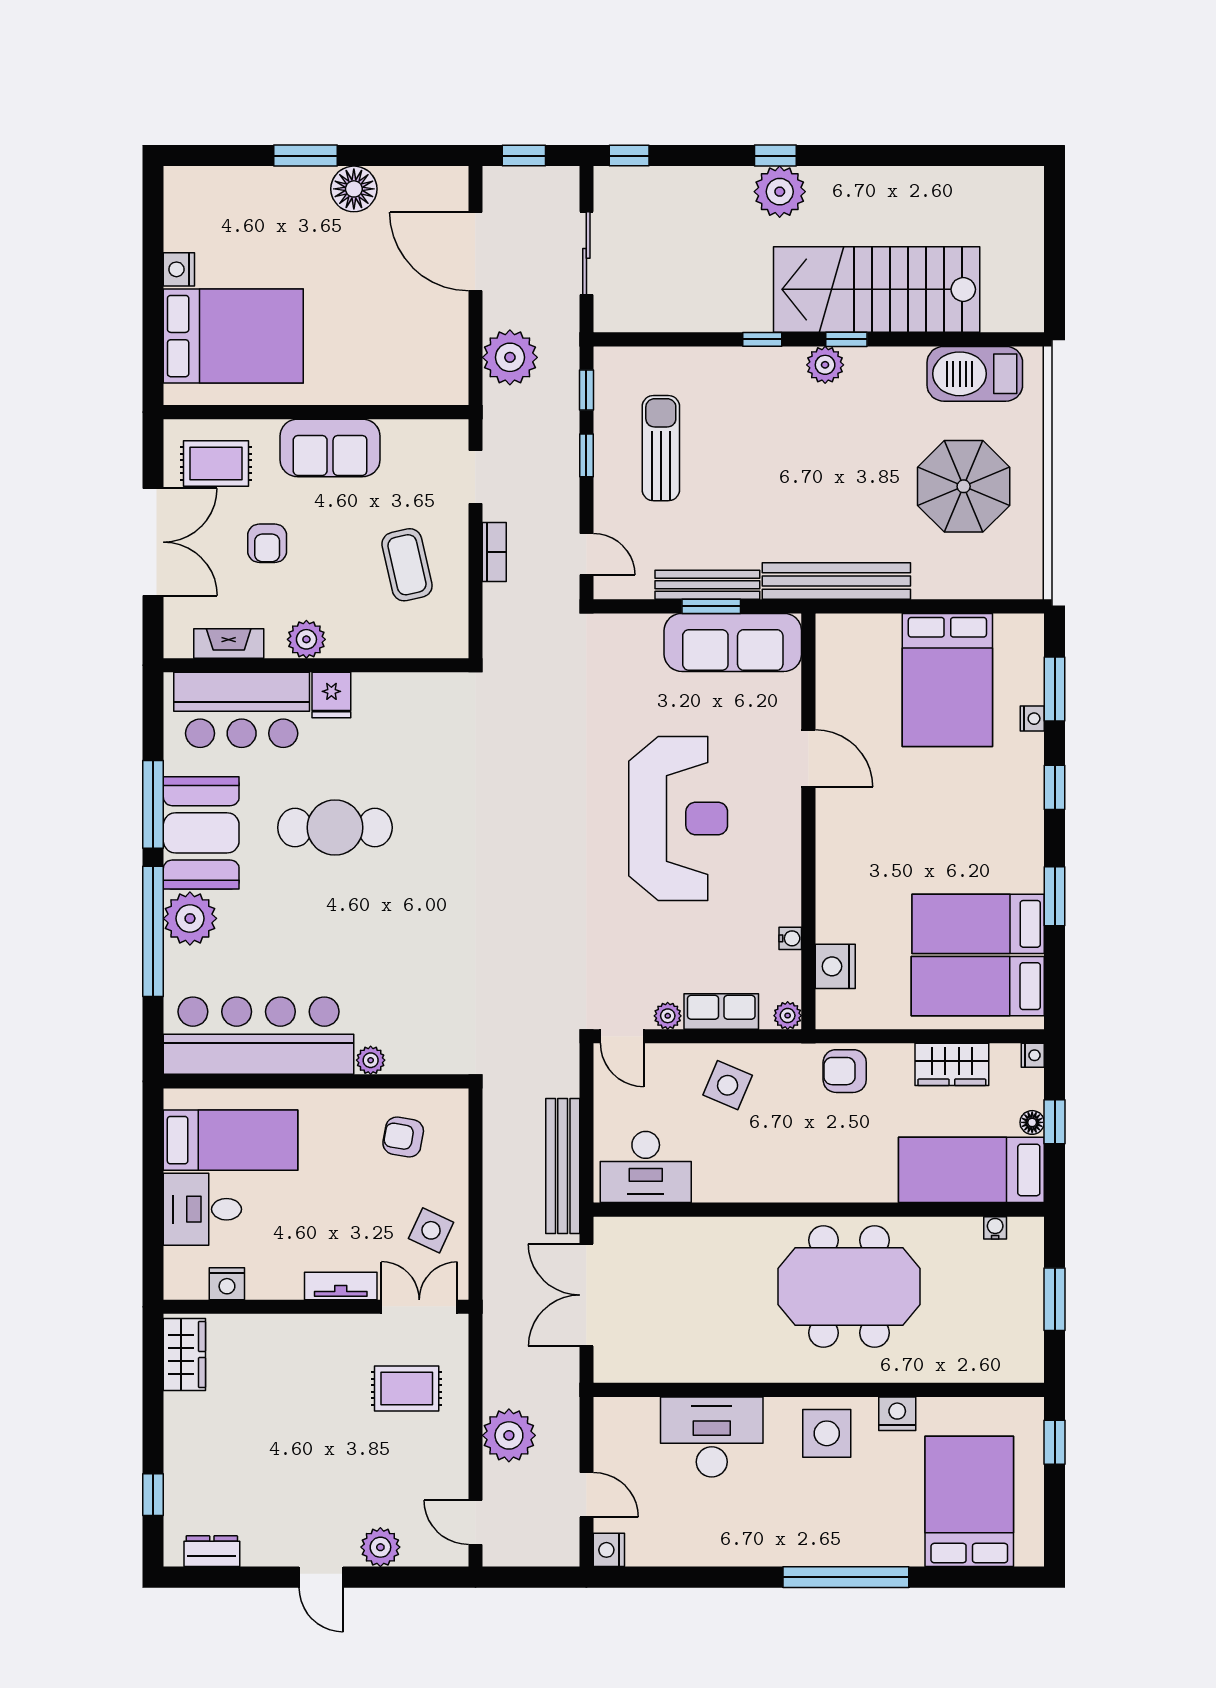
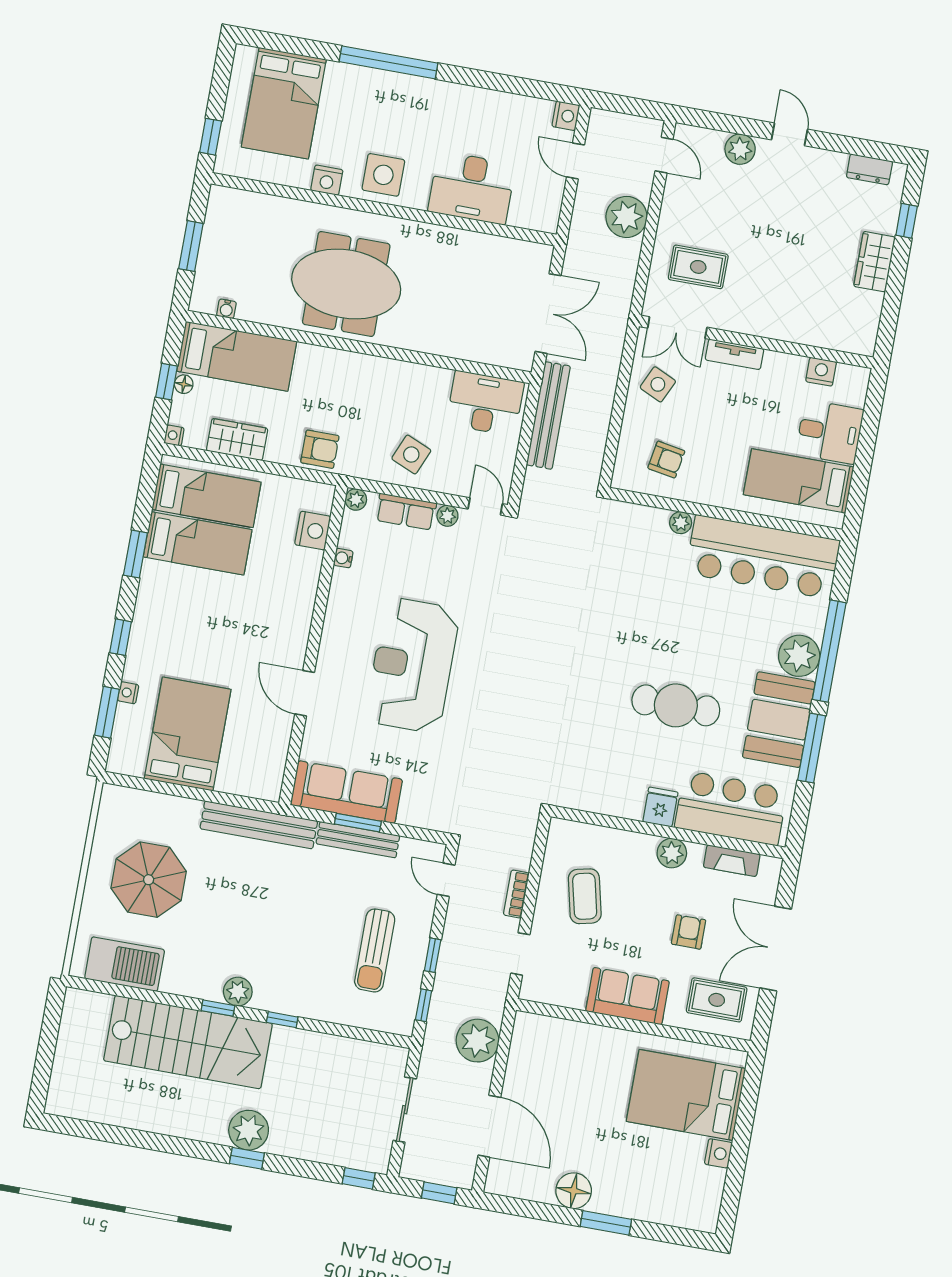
wardrobe: (184, 1355) -> (874, 262), moved

